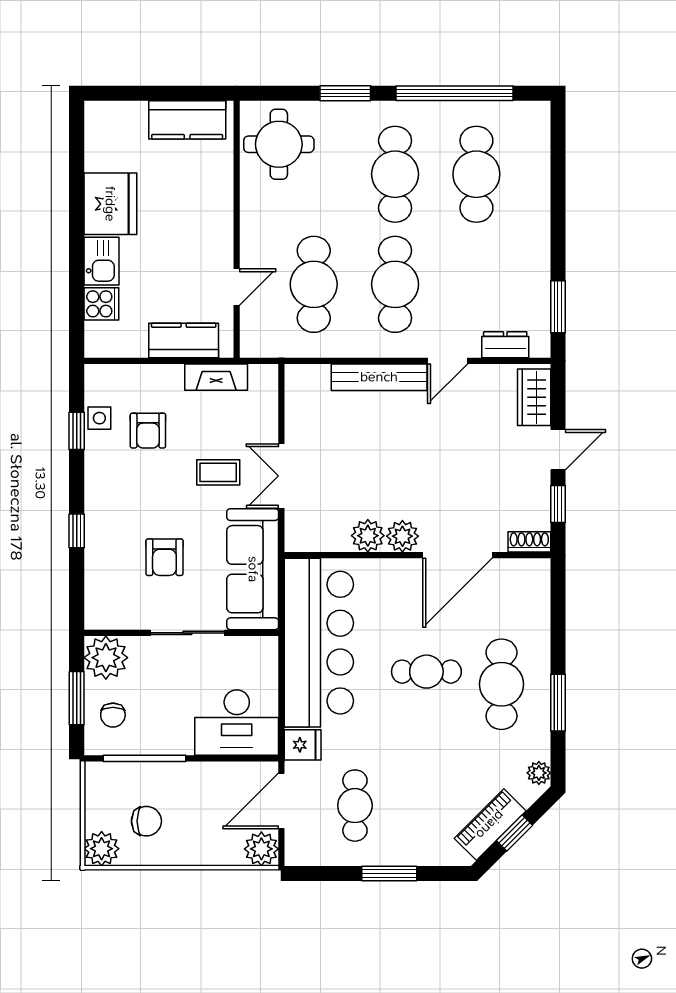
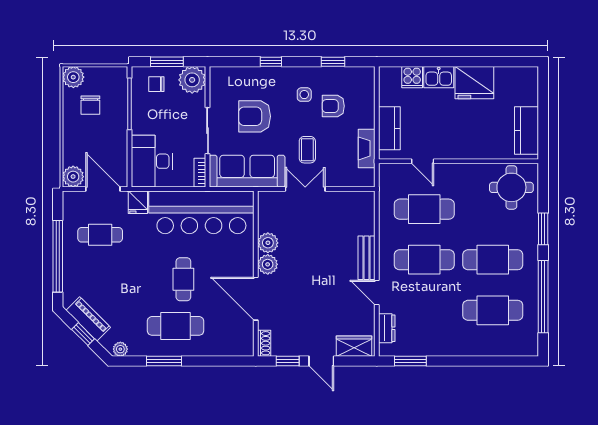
bench: (379, 377) -> (367, 258), width x0.73
side table: (99, 418) -> (304, 95), moved
armchair: (164, 557) -> (255, 116), width x1.38, depth x1.38
bookcase: (255, 645) -> (200, 173), added
window: (389, 873) -> (58, 256), width x2.11

